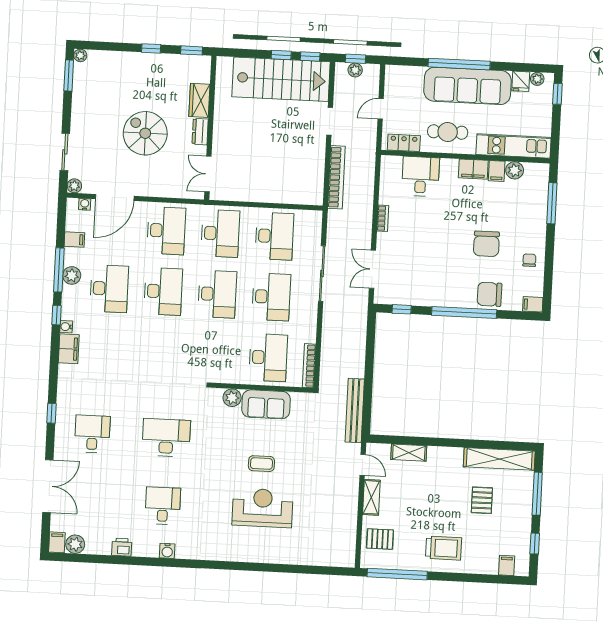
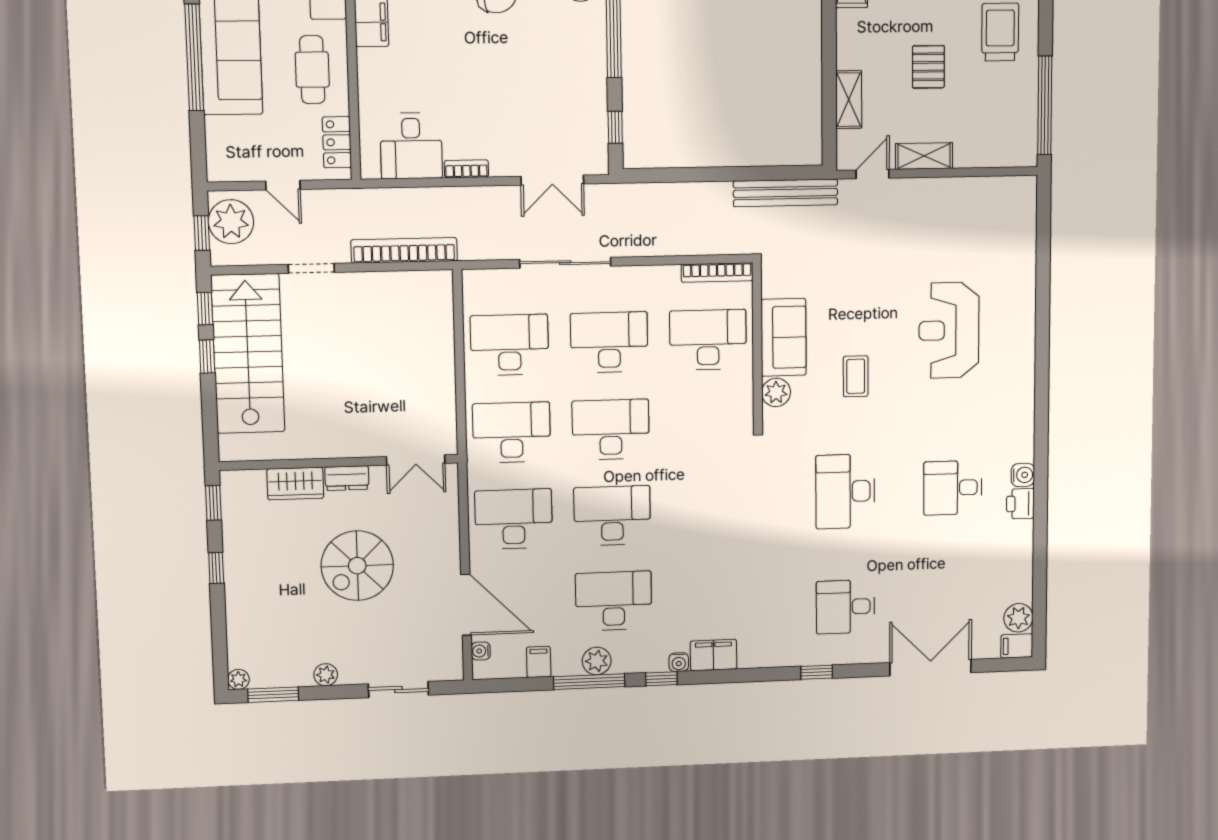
plant: (355, 70) -> (231, 222), width x1.88, depth x1.88
desk: (421, 176) -> (411, 146), moved, turned -90
plant: (74, 186) -> (326, 675), moved
coffee table: (261, 464) -> (856, 376), moved
pallet: (380, 539) -> (928, 67), moved
printer: (122, 547) -> (1020, 504), moved

